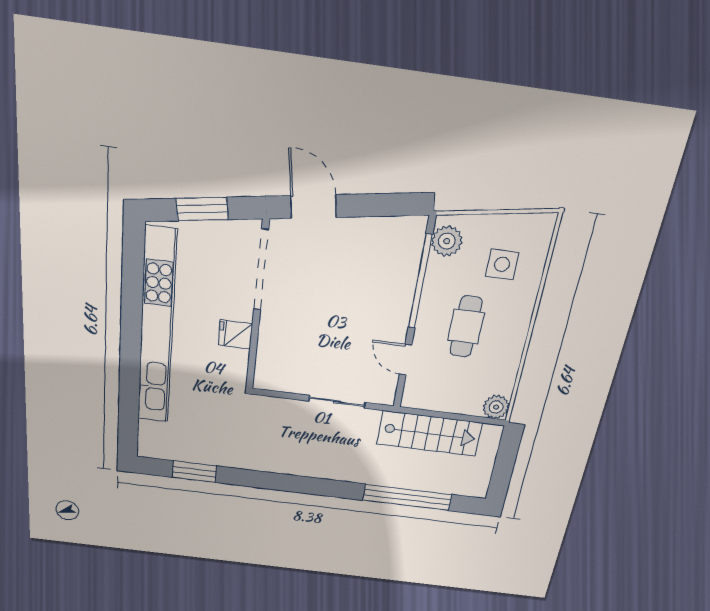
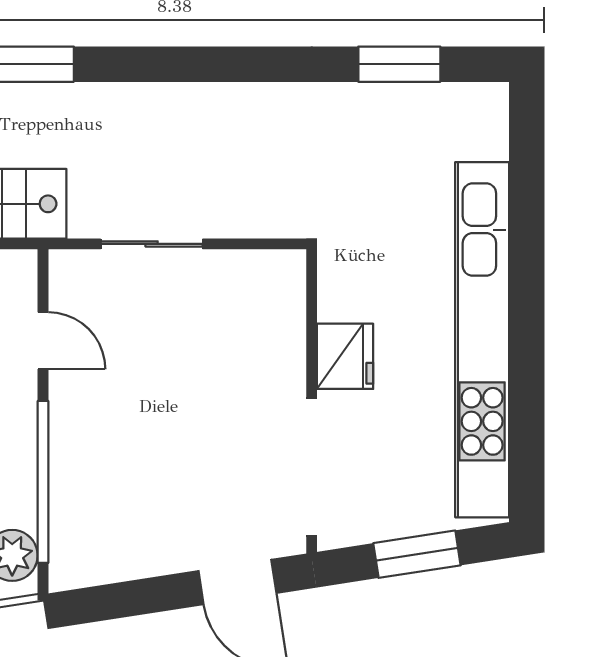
fridge: (235, 334) -> (345, 356), width x1.38

